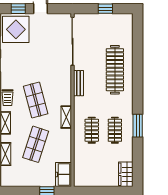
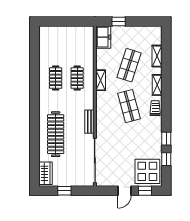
shelving: (66, 117) -> (101, 80), moved
window: (138, 126) -> (34, 82), removed
wardrobe: (126, 174) -> (45, 173), moved

